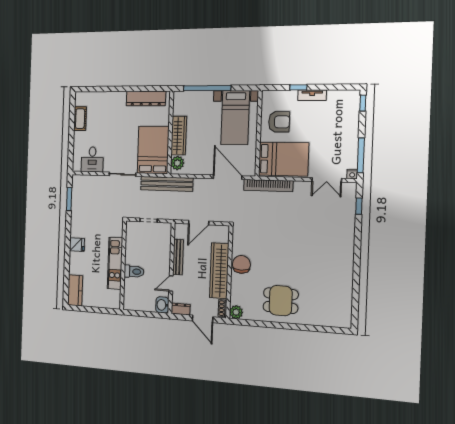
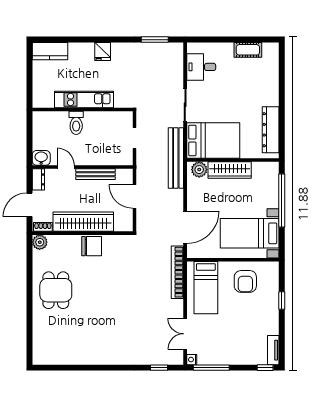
tv unit: (312, 95) -> (273, 350), moved
bed: (284, 159) -> (206, 288), width x0.67

